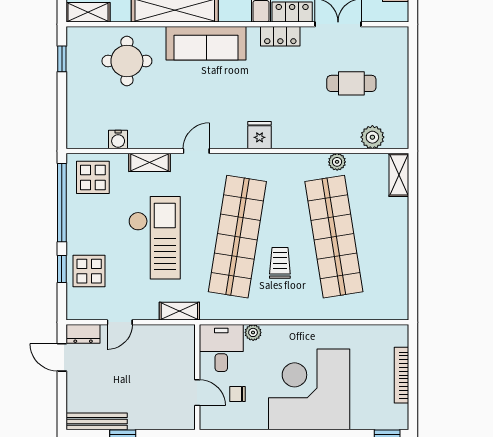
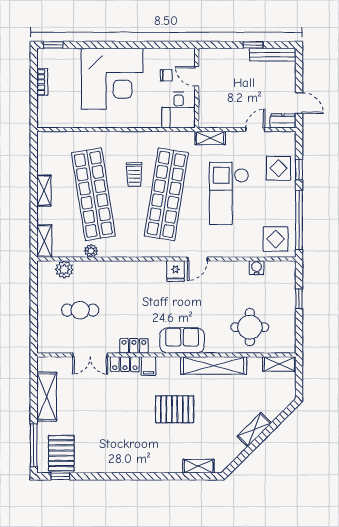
sofa: (206, 43) -> (182, 341), width x0.73
window: (62, 59) -> (299, 299), moved
fridge: (260, 135) -> (176, 271), moved
shelving: (150, 162) -> (44, 190), moved, turned 90
plant: (253, 332) -> (155, 122), removed
bookcase: (401, 375) -> (42, 82), width x0.64

